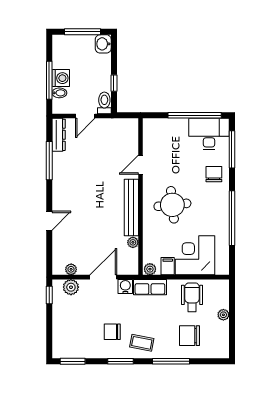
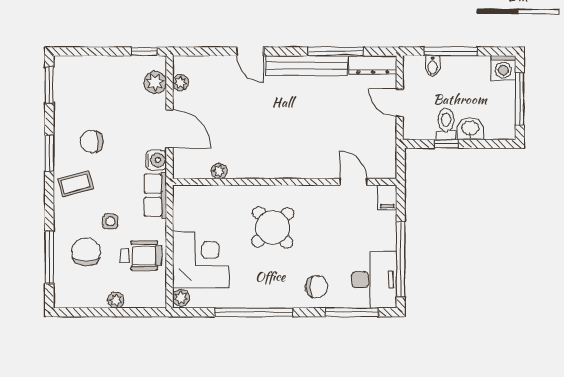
washbasin: (103, 44) -> (470, 129), moved
washing machine: (61, 78) -> (503, 68), moved
toilet: (104, 103) -> (446, 124), moved, turned -90
door: (141, 165) -> (353, 182), moved
round table: (172, 205) -> (273, 227), turned -37
bench: (131, 207) -> (307, 66), moved
filing cabinet: (168, 266) -> (387, 197), moved, turned 90
plant: (150, 269) -> (181, 298), moved
side table: (168, 319) -> (110, 221), added
chair: (112, 332) -> (92, 141), turned -90
coffee table: (142, 343) -> (76, 184), turned 64
window: (171, 361) -> (49, 257), moved

